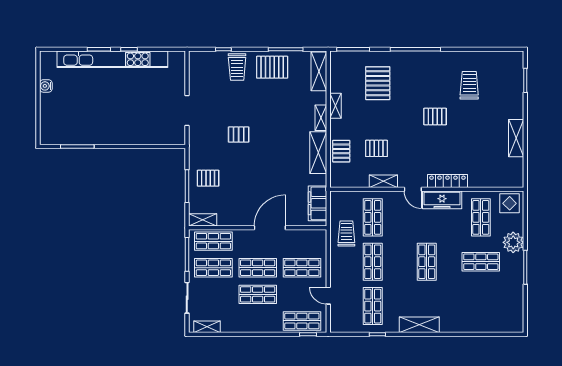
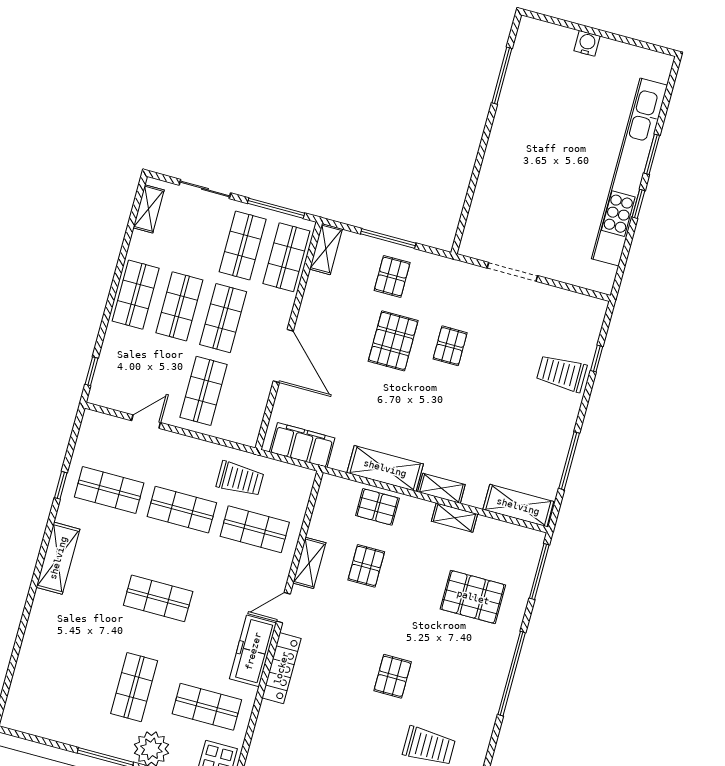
pallet: (272, 67) -> (393, 341), moved
water cooler: (46, 86) -> (587, 43), moved
shop shelf: (302, 321) -> (136, 295), moved

